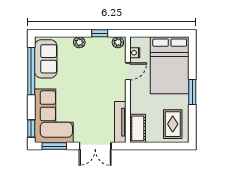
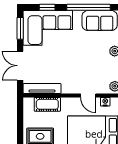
window: (31, 128) -> (47, 7), moved
cot: (138, 128) -> (47, 104), moved

